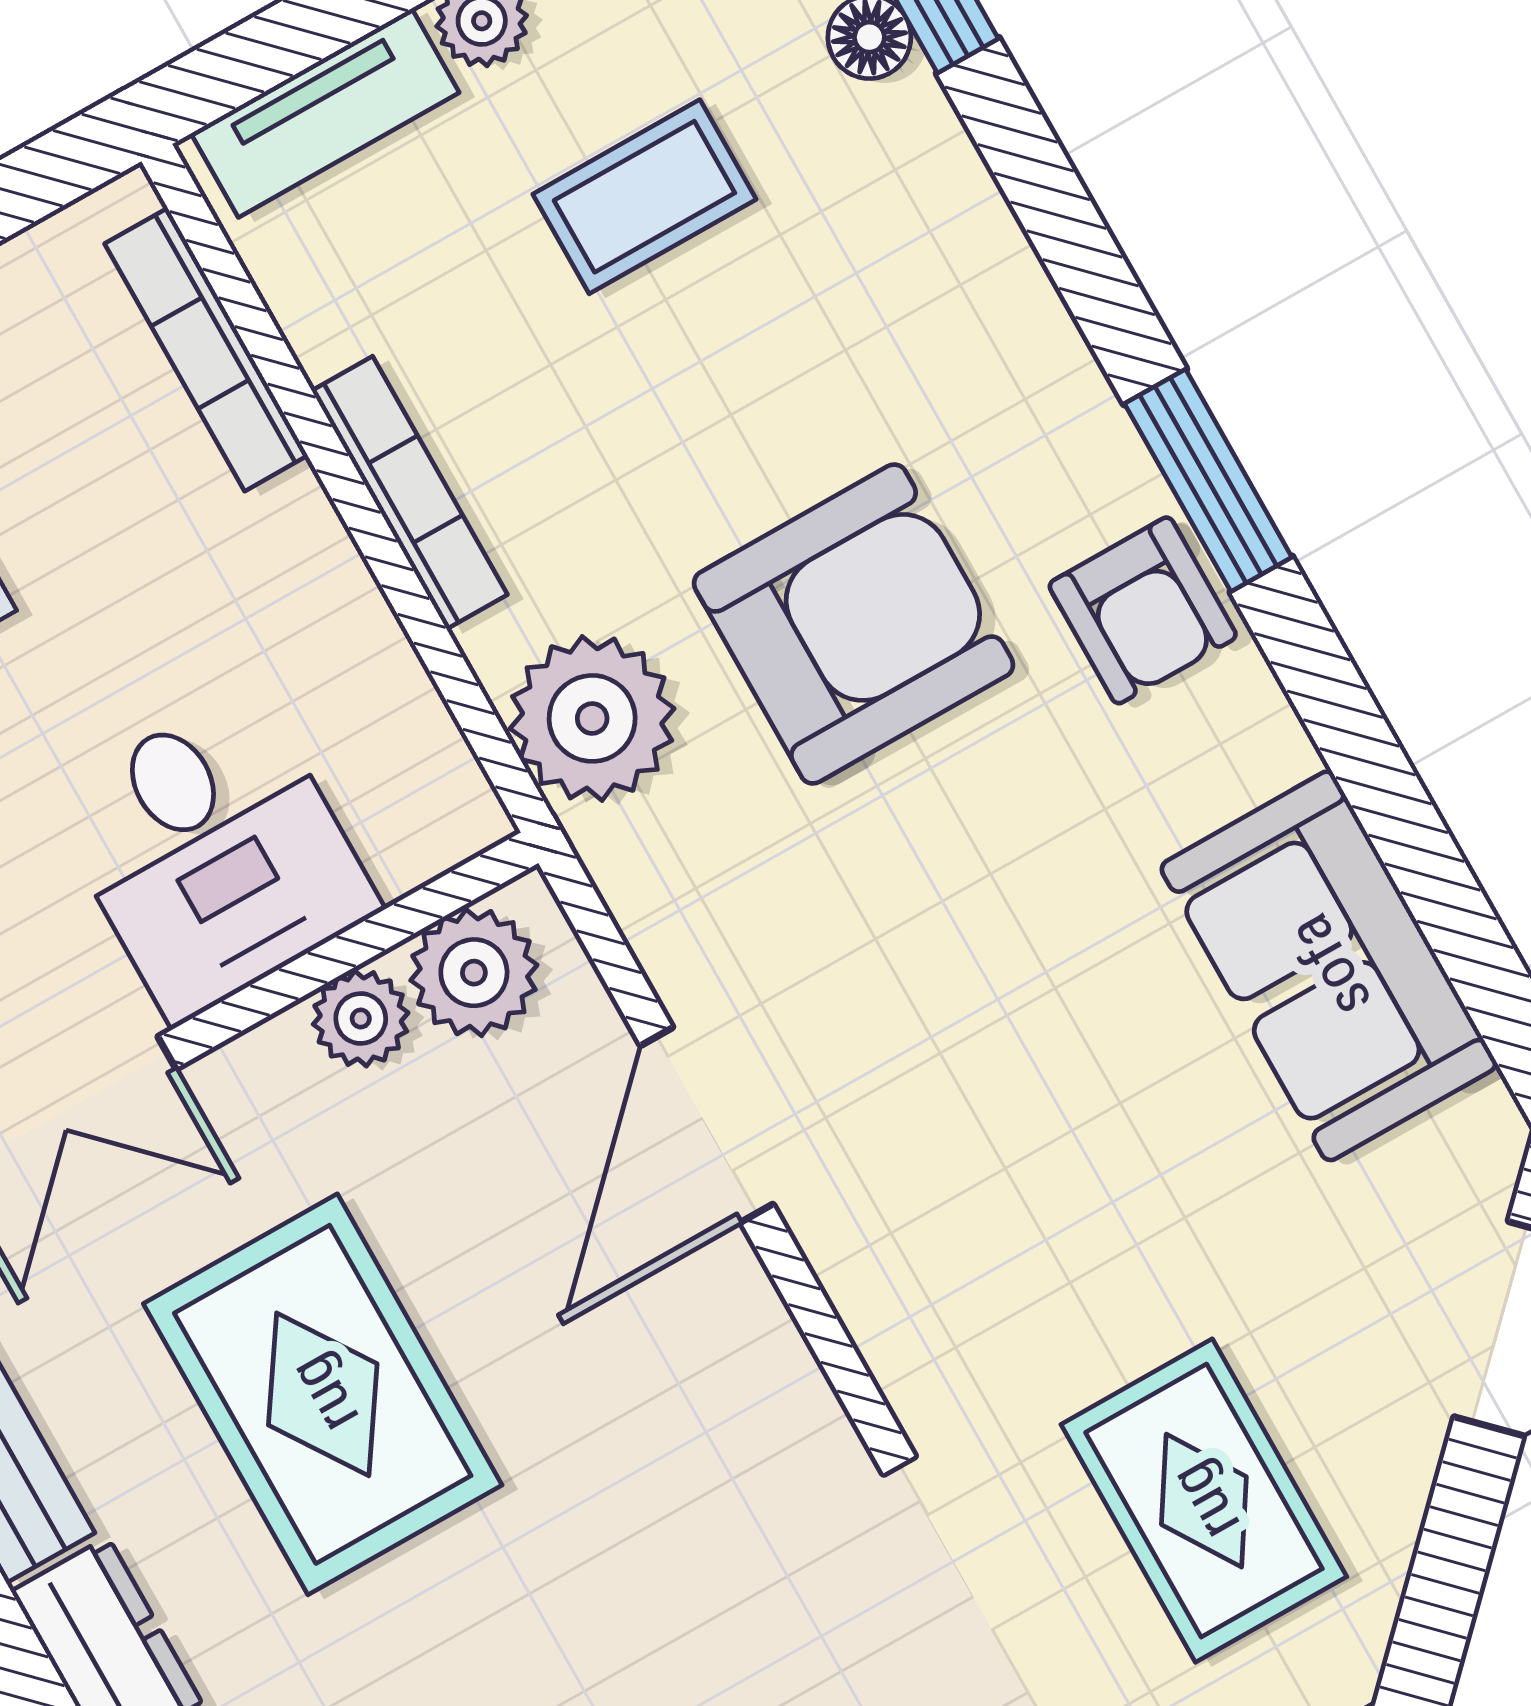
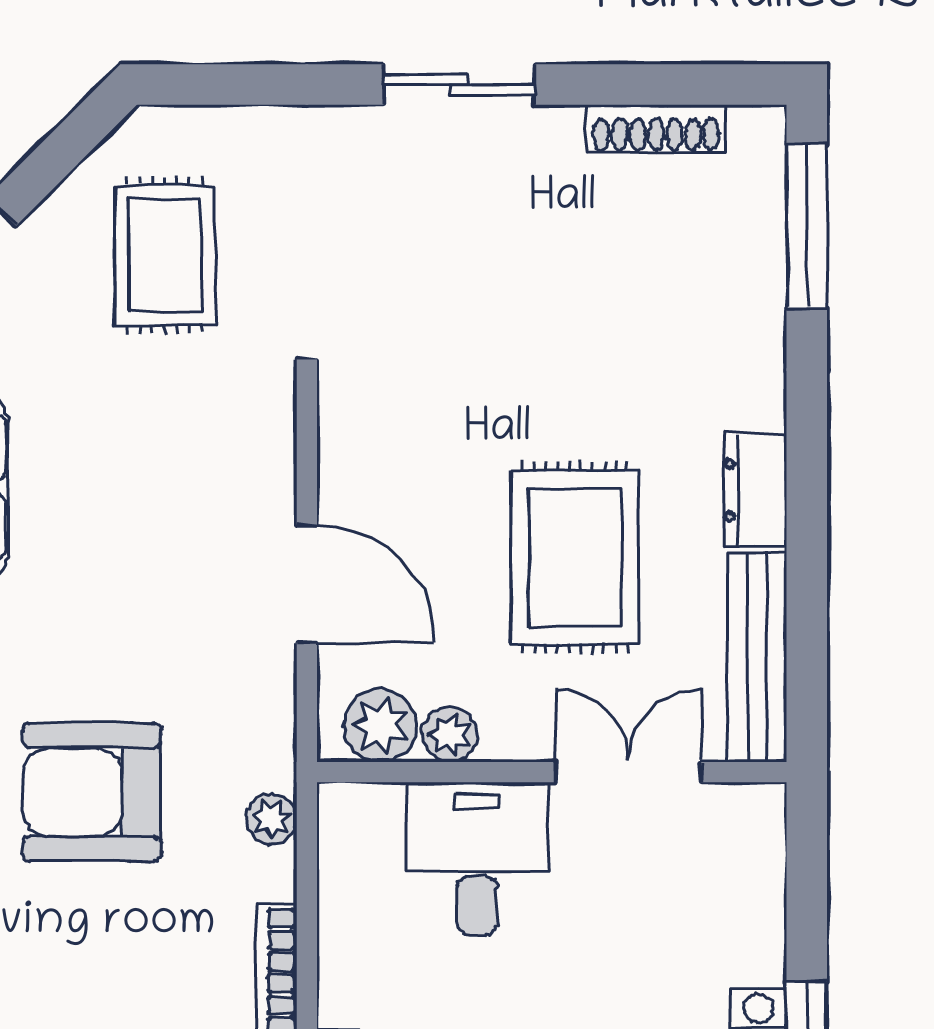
plant: (592, 718) -> (271, 819), width x0.53, depth x0.53
door: (707, 1125) -> (307, 584), hinge flipped

